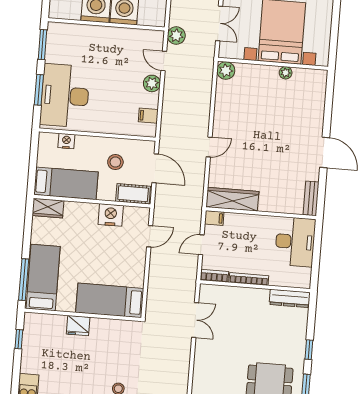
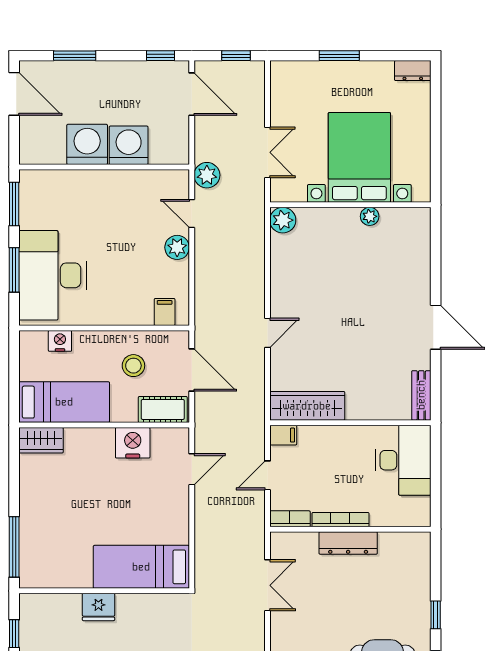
filing cabinet: (148, 116) -> (165, 312), moved, turned 90
bed: (43, 278) -> (42, 541), removed
dresser: (290, 298) -> (348, 543), moved

